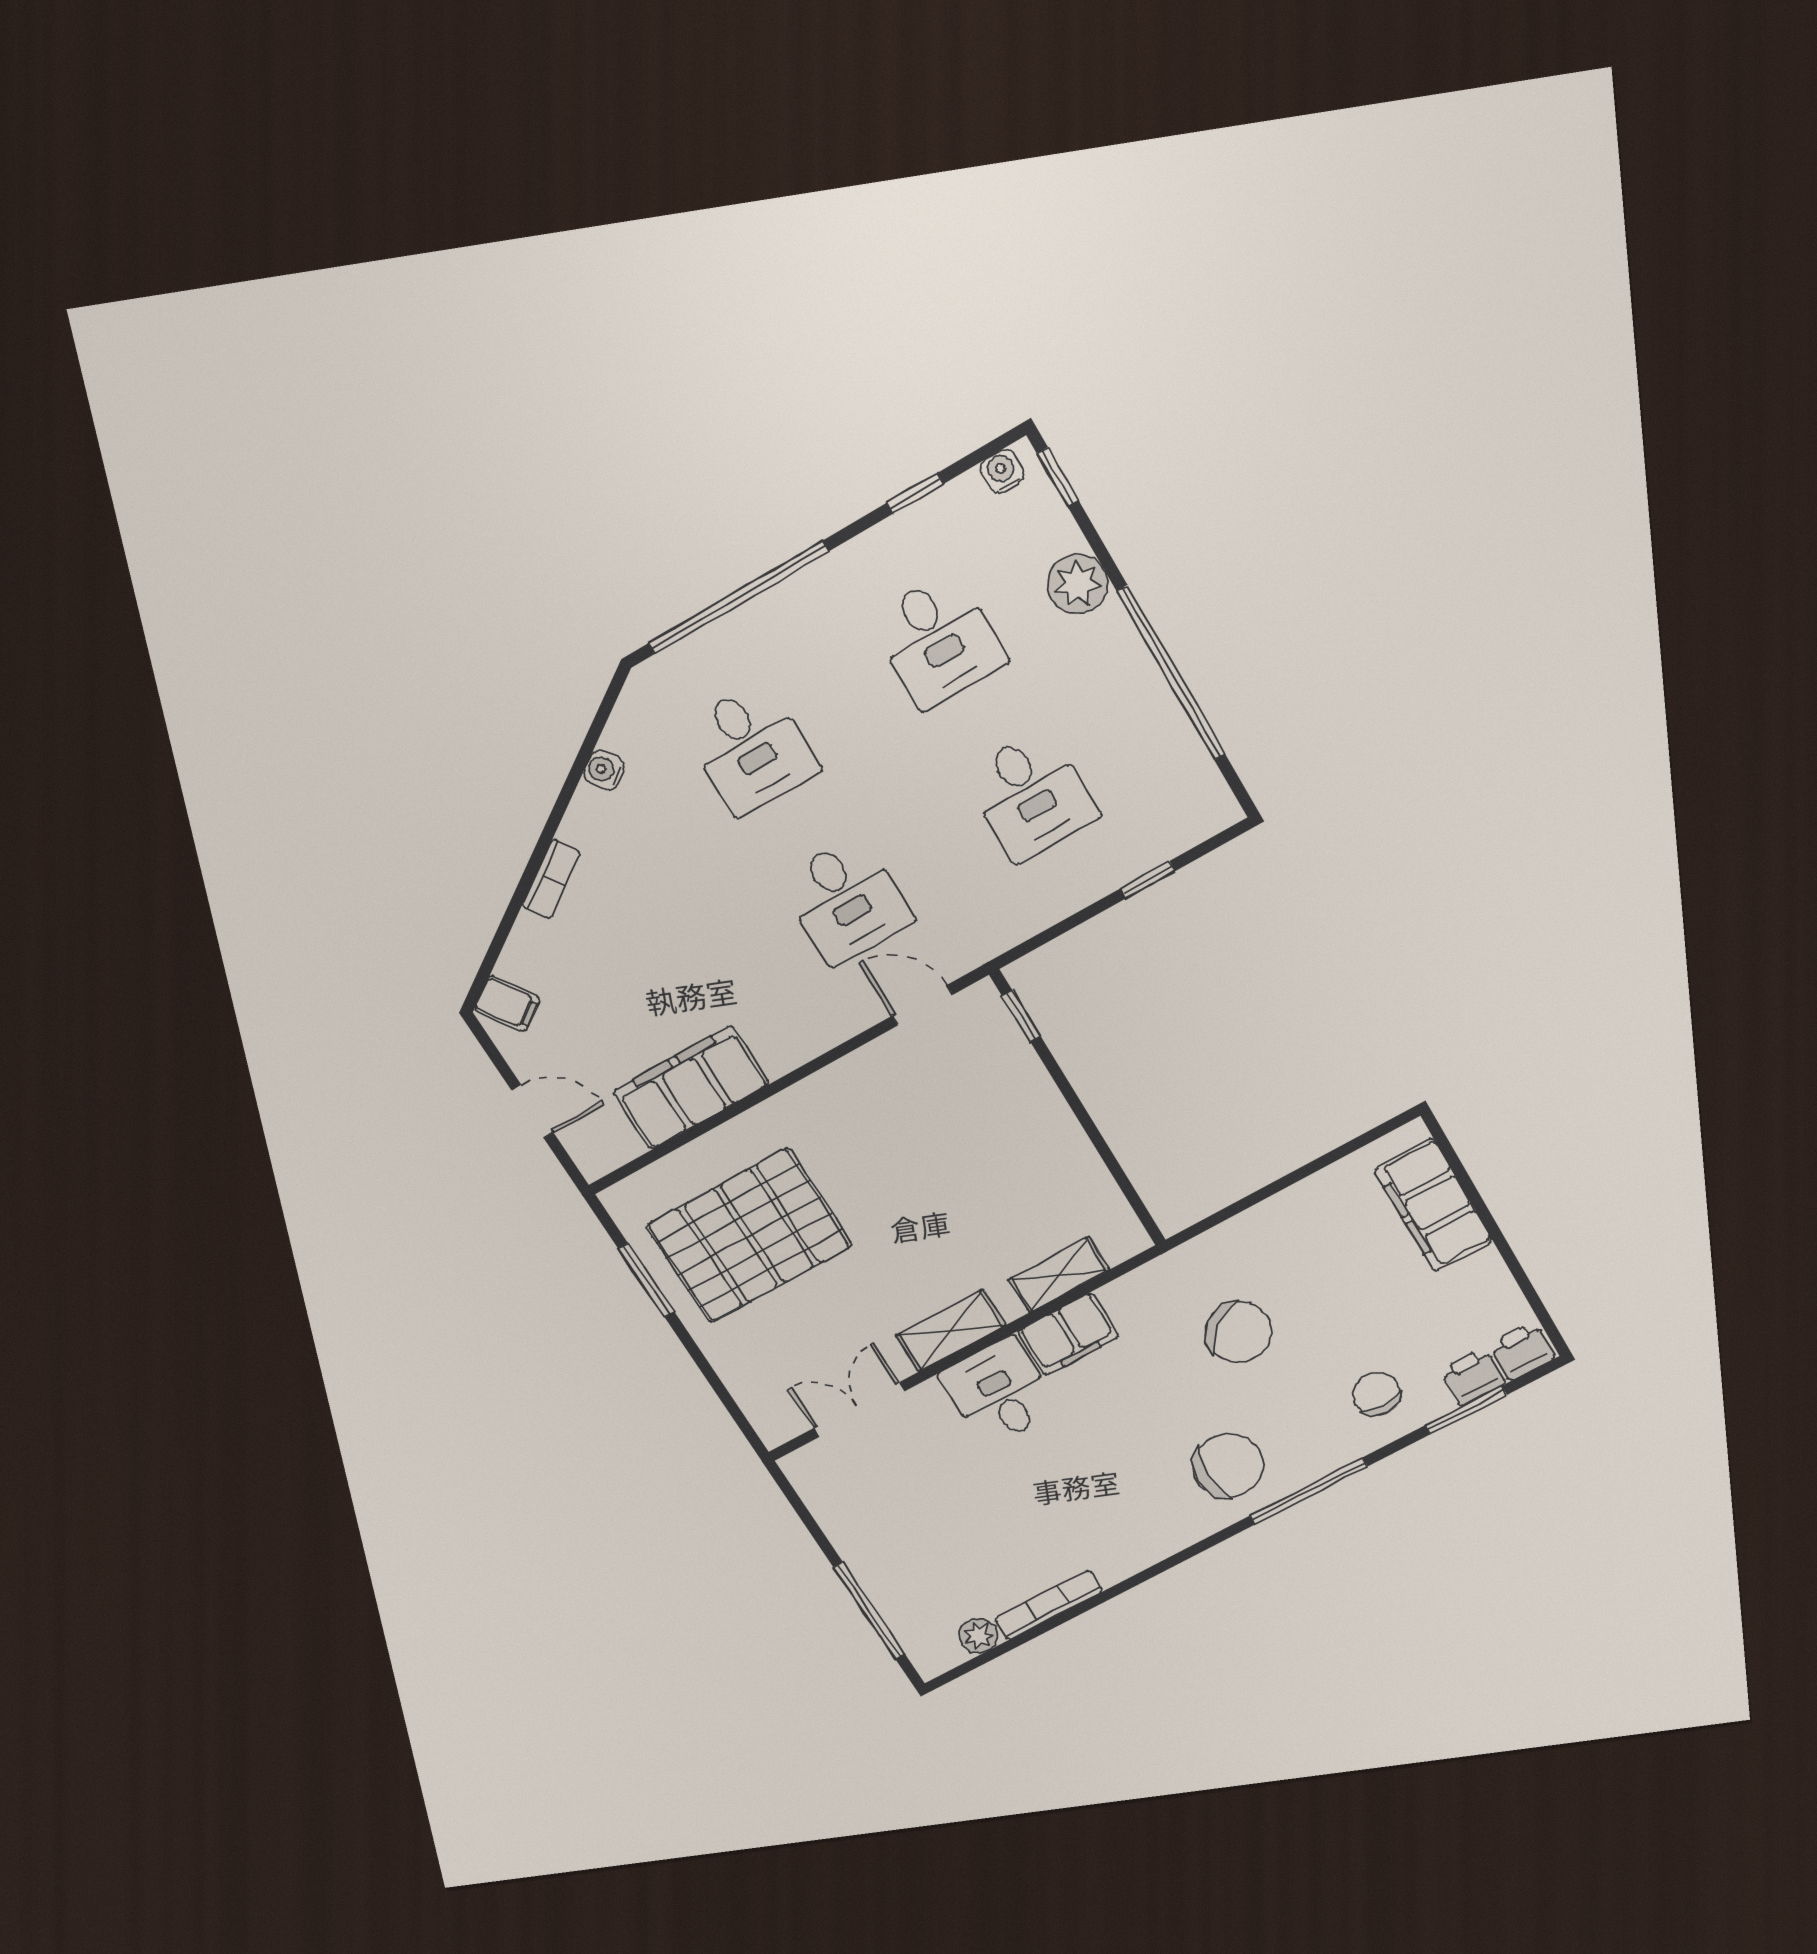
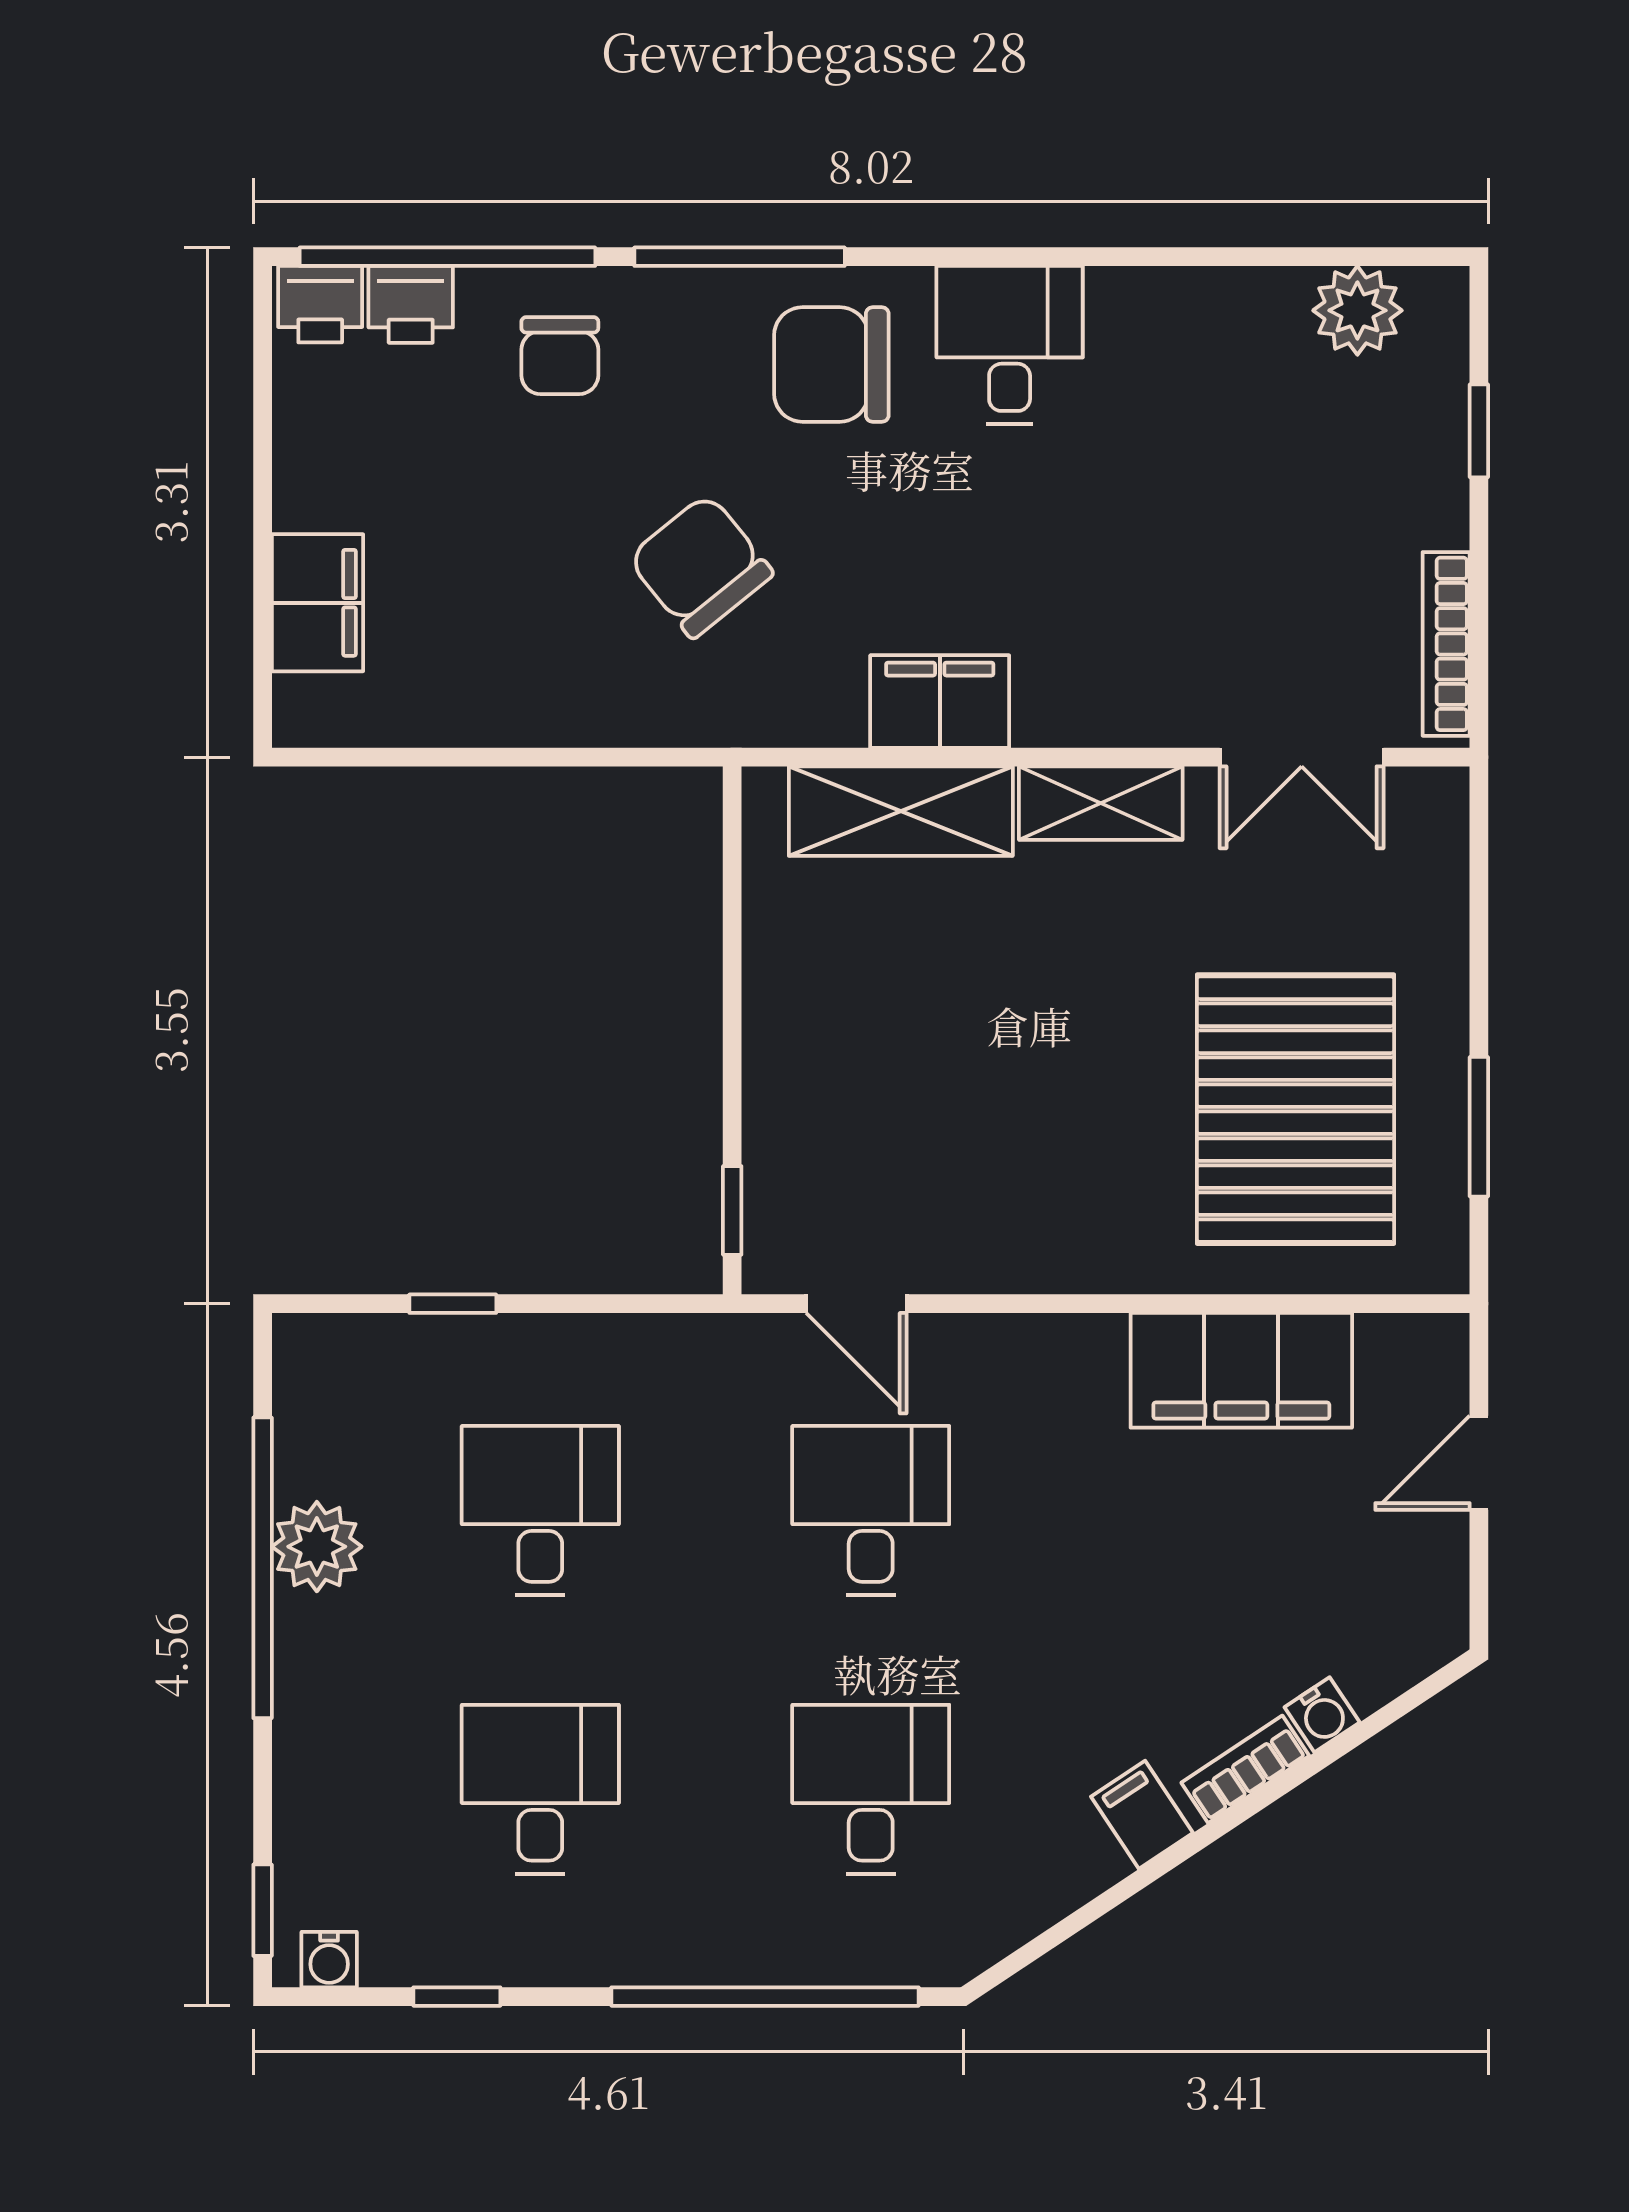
plant: (1078, 584) -> (317, 1547), moved
water cooler: (604, 770) -> (1322, 1715), moved
filing cabinet: (507, 1004) -> (1142, 1815), moved
door: (533, 1112) -> (1479, 1463), hinge flipped
filing cabinet: (1433, 1205) -> (317, 603), width x0.67, depth x0.86
pallet: (749, 1236) -> (1295, 1109), turned 90
shelving: (1059, 1275) -> (901, 811), width x1.50, depth x1.33
desk: (999, 1392) -> (1010, 345), moved, turned 180
window: (1466, 1410) -> (447, 257), width x2.11
bookcase: (1049, 1605) -> (1446, 644), moved, turned 90
window: (869, 1611) -> (1479, 431), width x0.46
plant: (979, 1636) -> (1357, 310), width x1.38, depth x1.38

